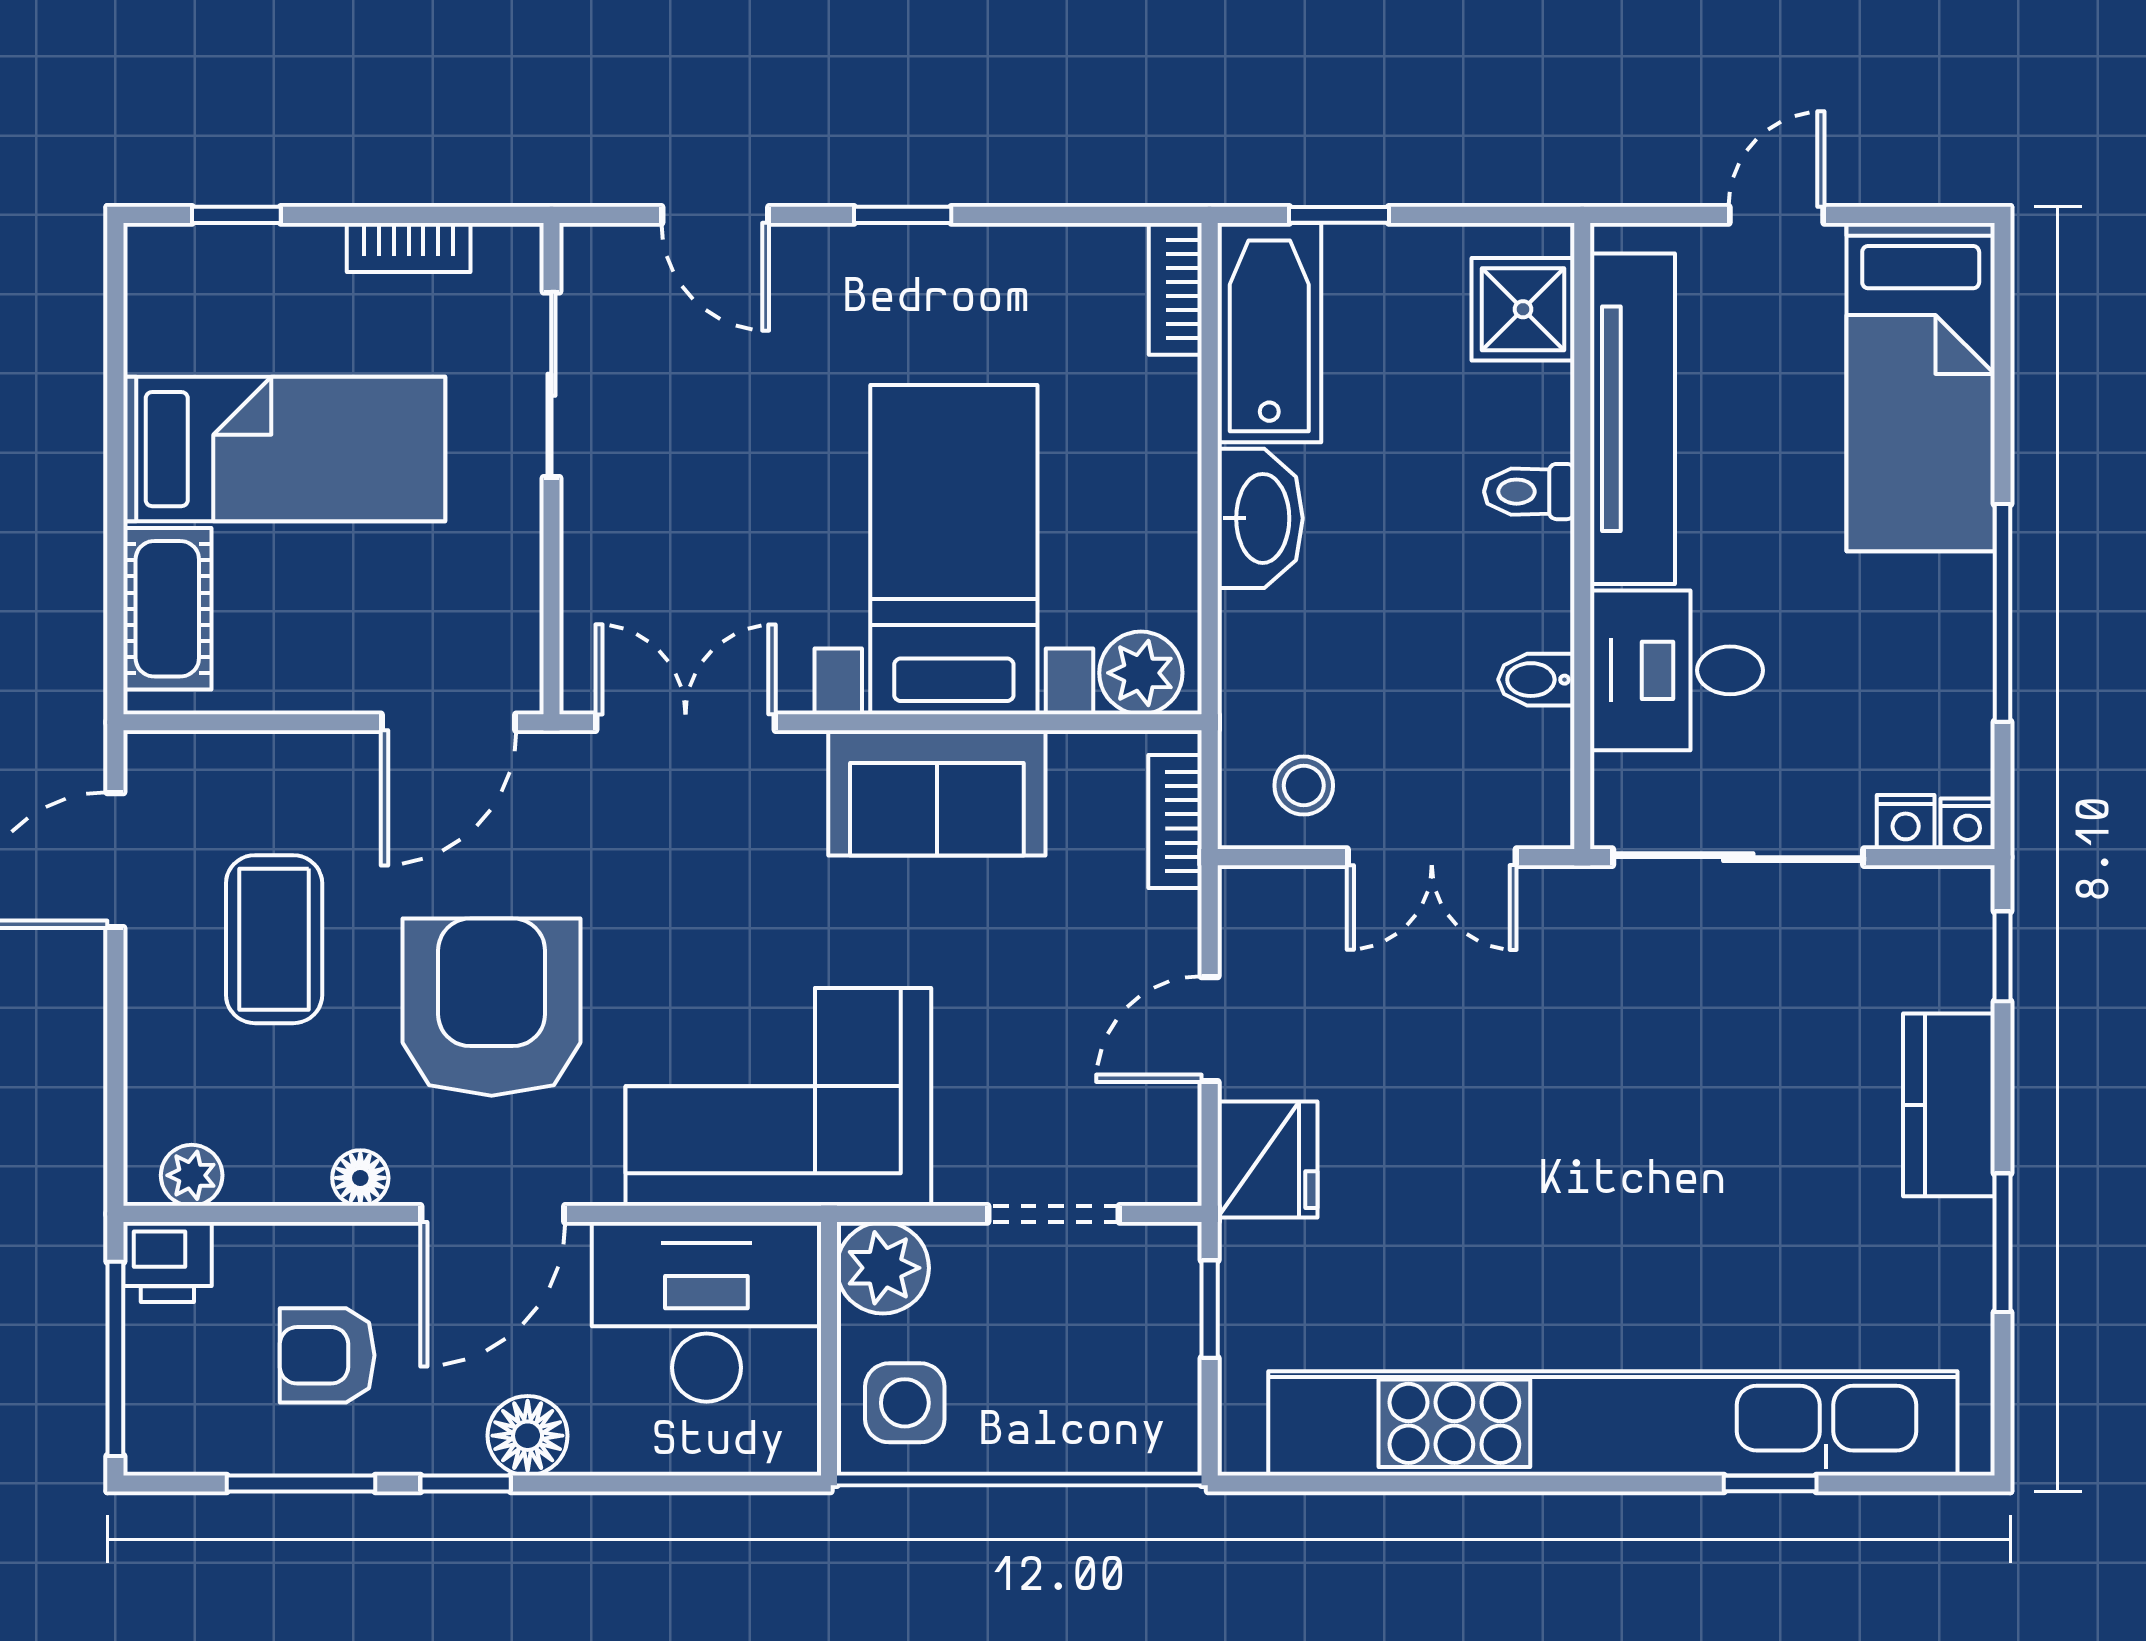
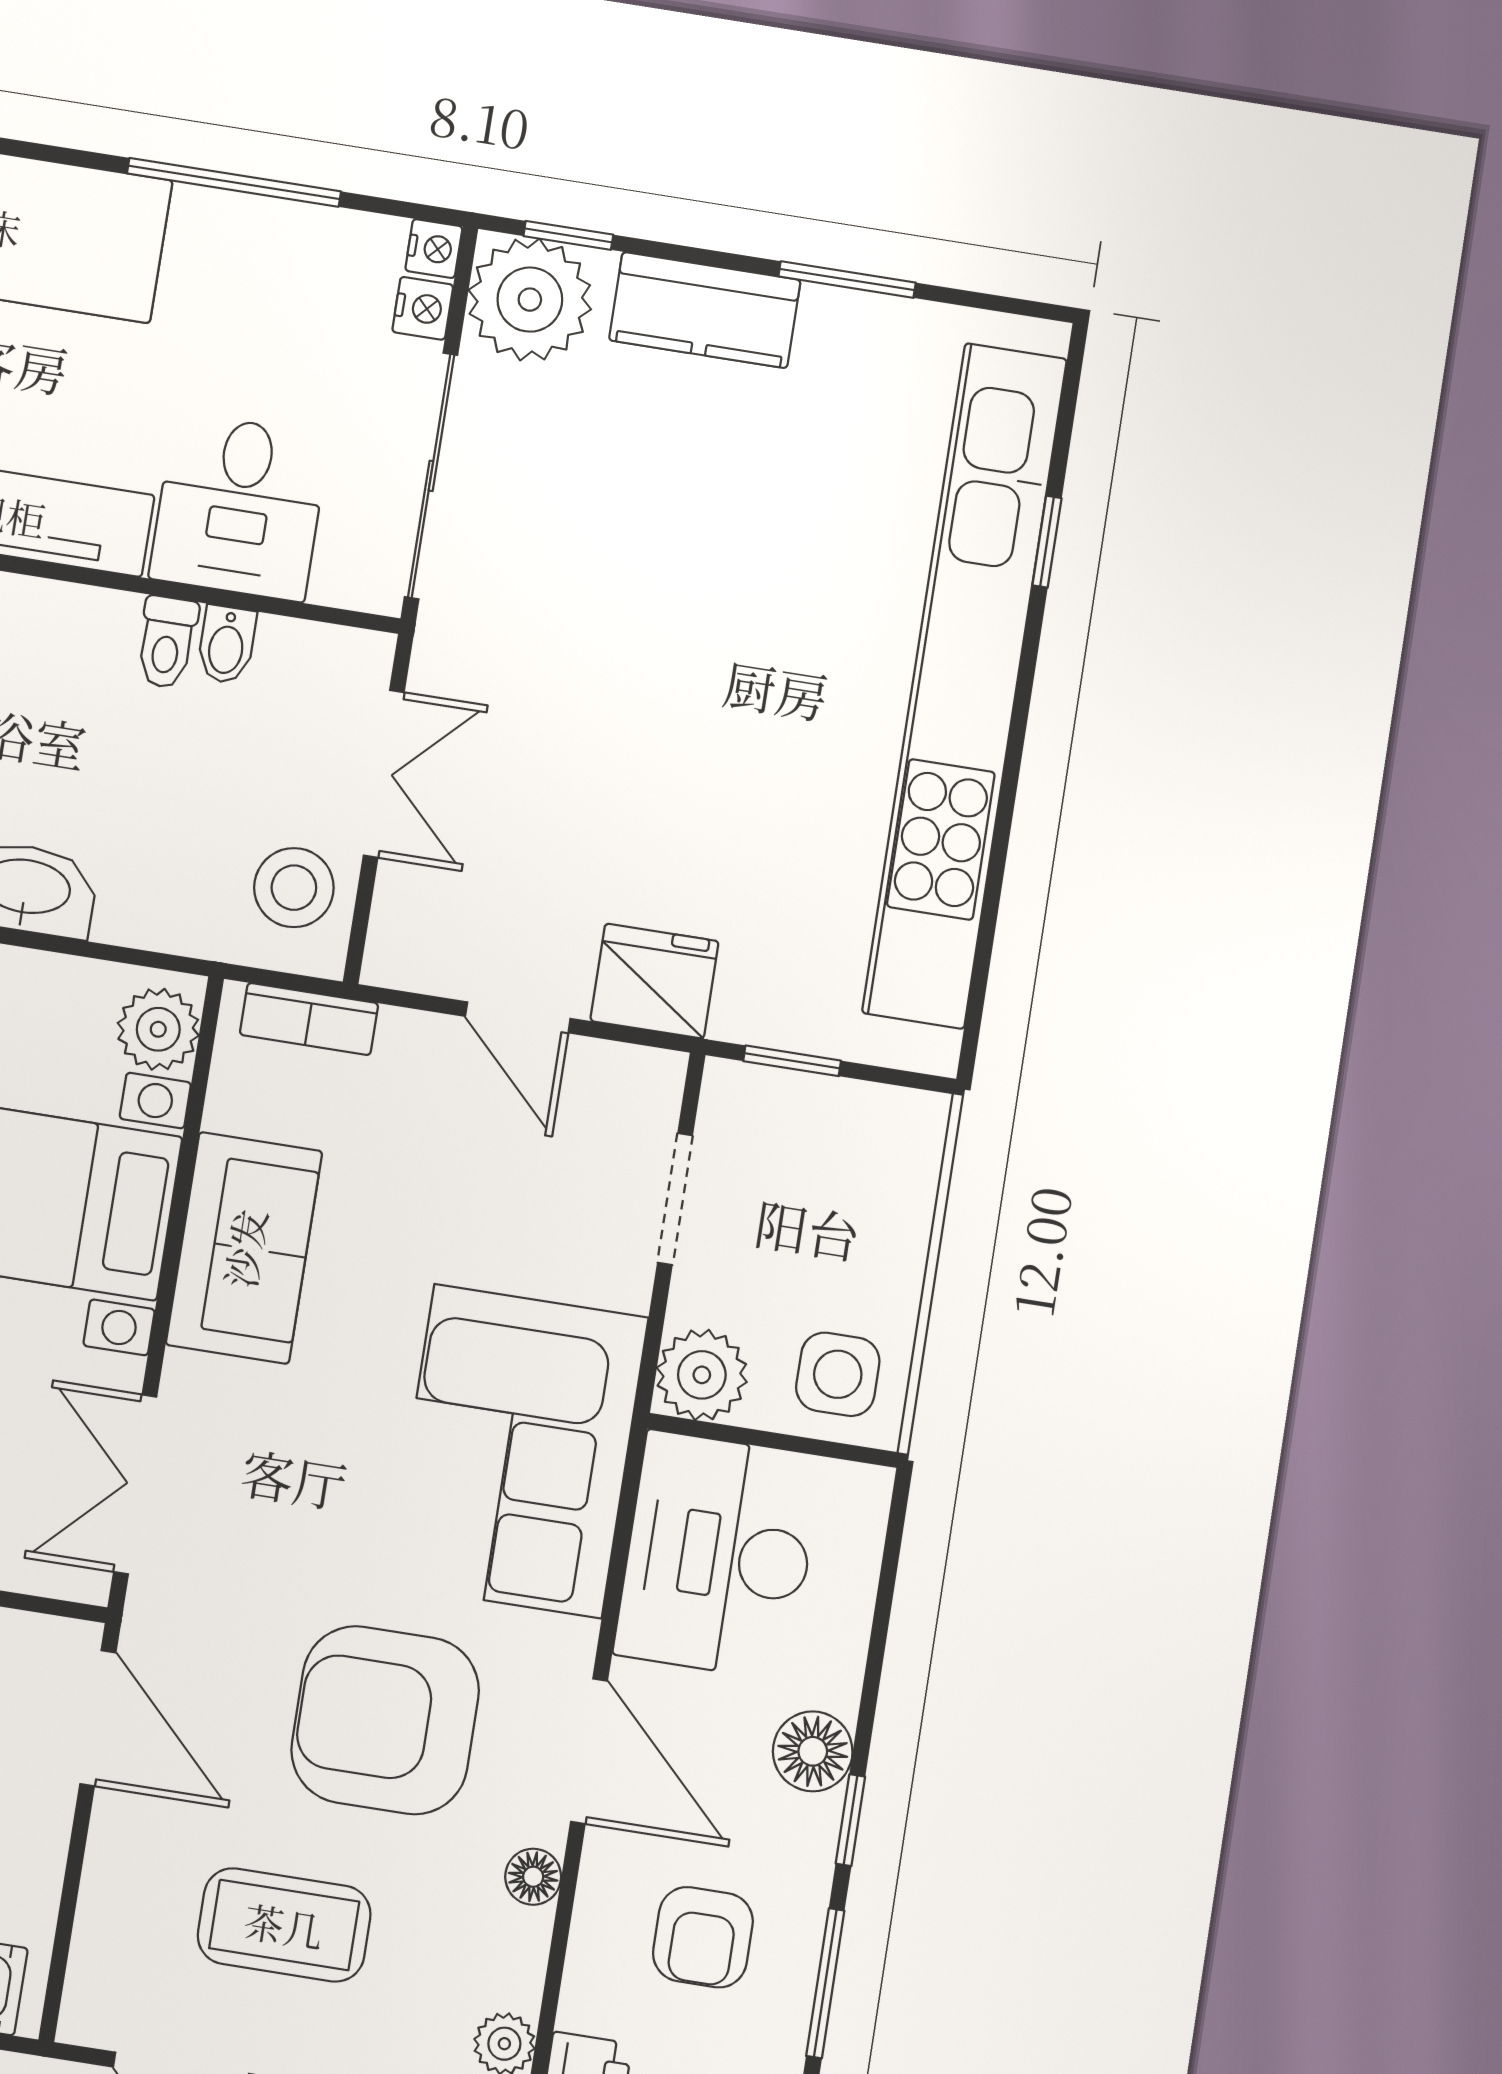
toilet: (1529, 492) -> (167, 642), moved
stool: (1304, 786) -> (294, 888), width x1.37, depth x1.37
plant: (1932, 928) -> (530, 300), added

